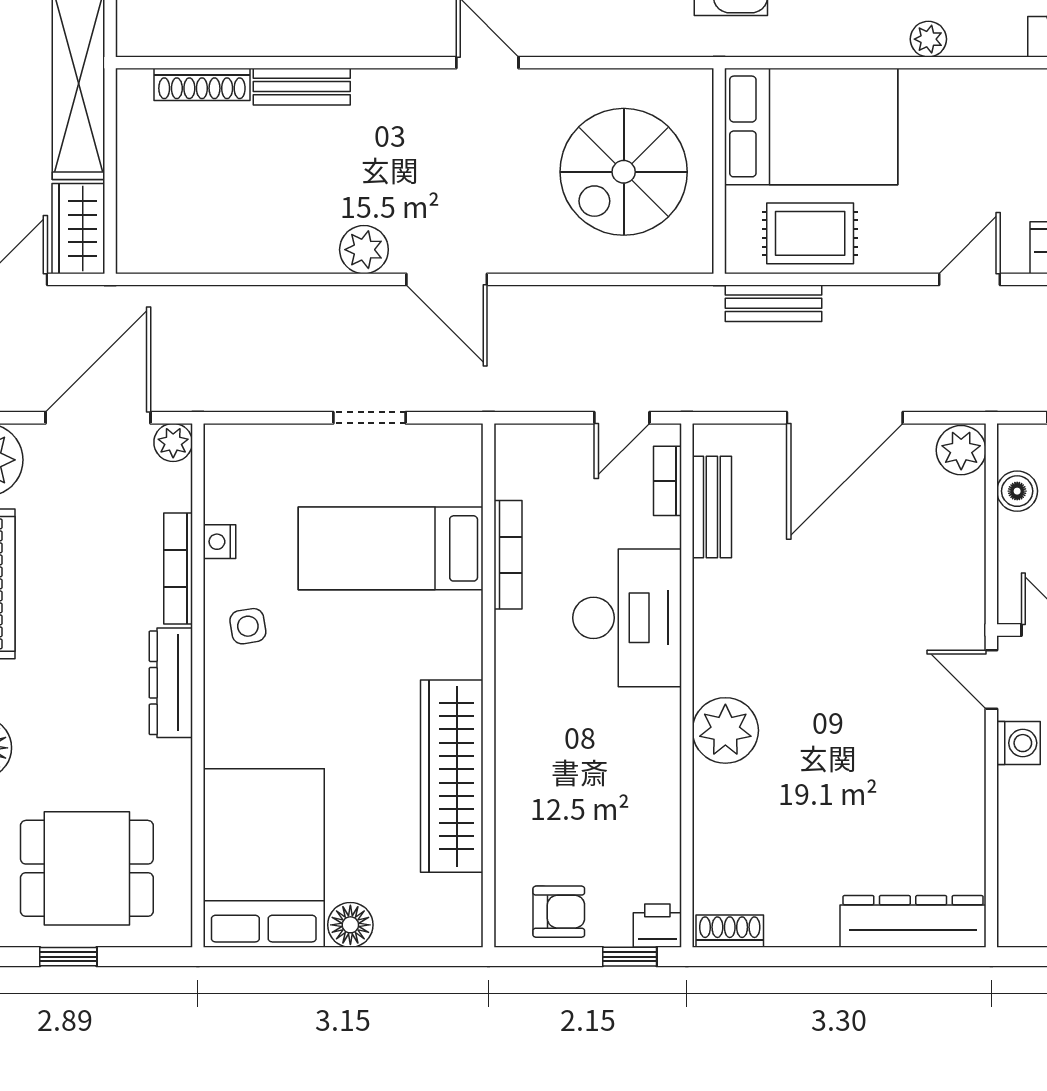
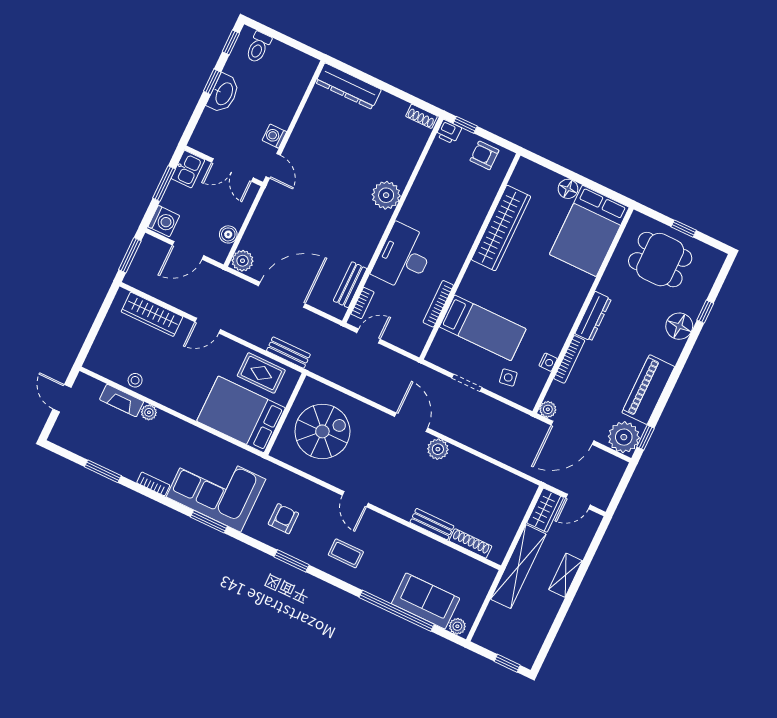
plant: (928, 39) -> (149, 412), moved
side table: (248, 626) -> (508, 377), moved

